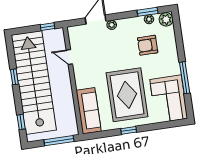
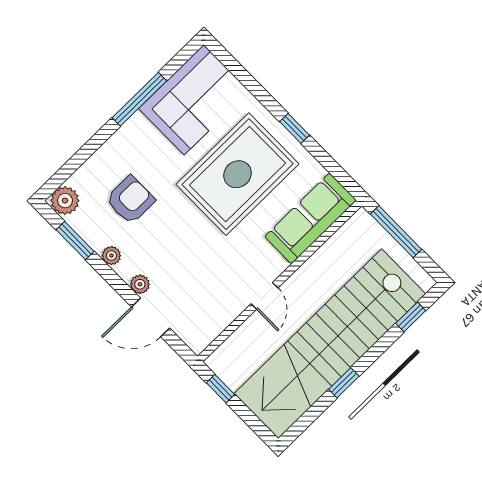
plant: (149, 19) -> (111, 256), moved
armchair: (148, 45) -> (130, 200), turned -90
door: (69, 57) -> (265, 296), moved

